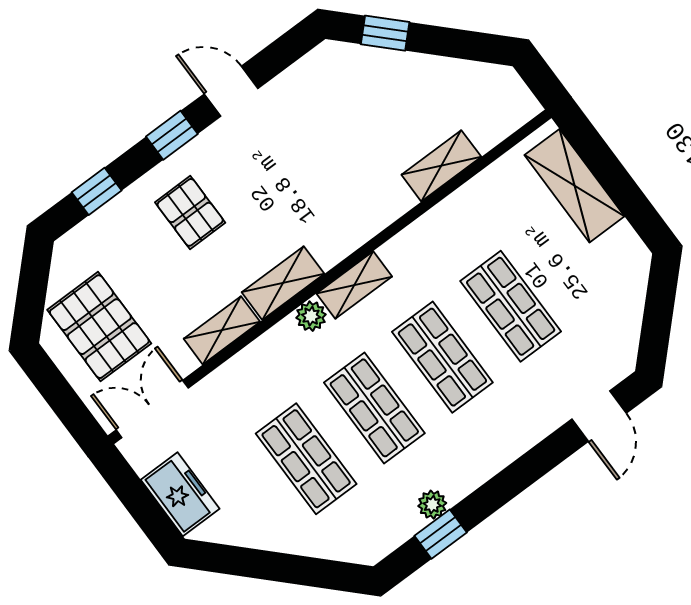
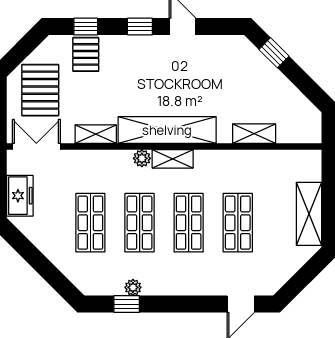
shelving: (575, 186) -> (309, 214), moved
pallet: (190, 212) -> (86, 54), moved
shelving: (283, 283) -> (167, 130), width x2.20, depth x1.33

